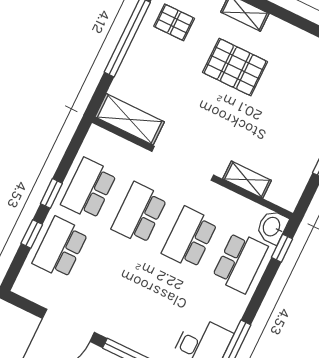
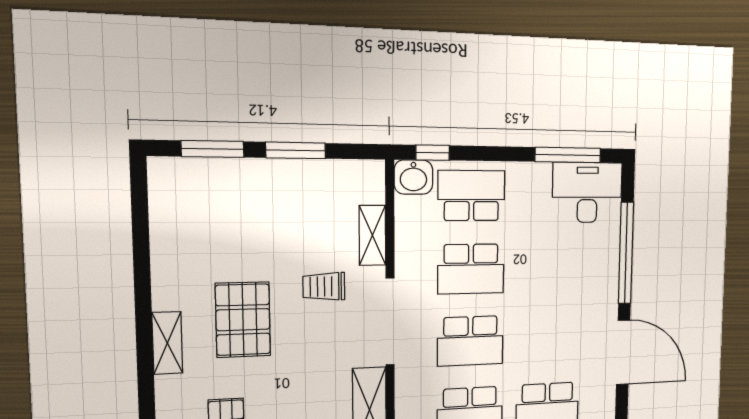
trolley: (230, 130) -> (324, 286), added

